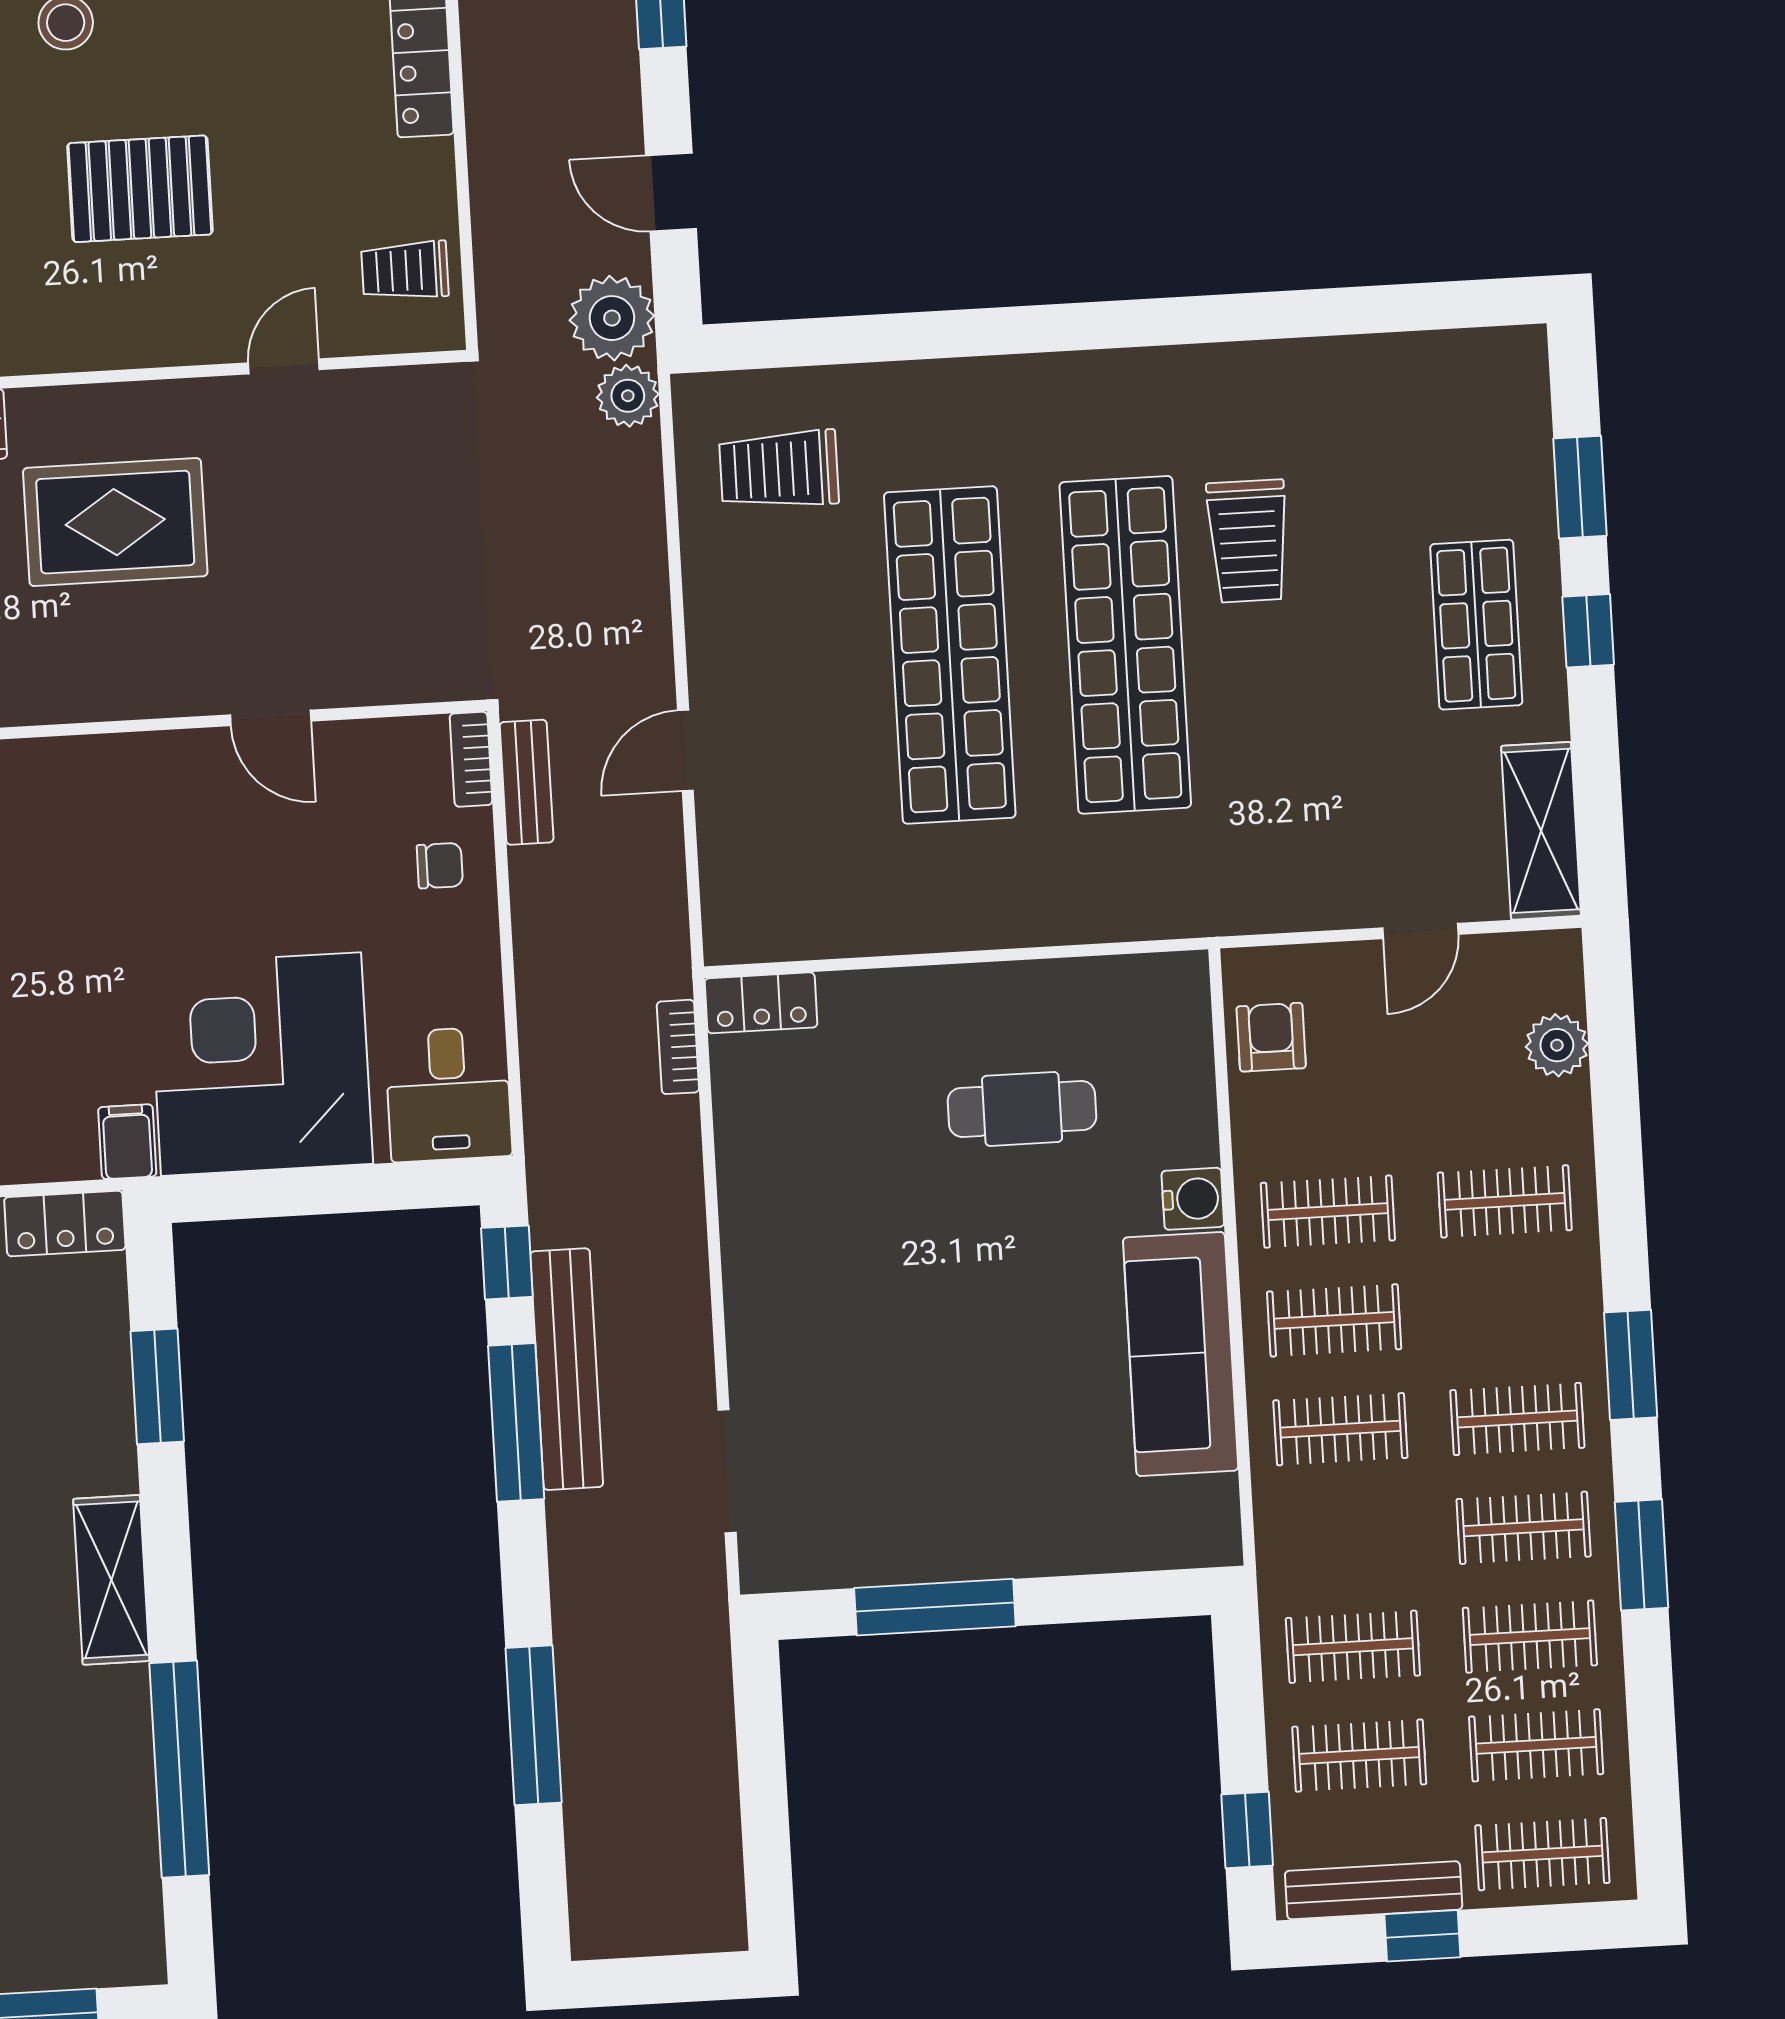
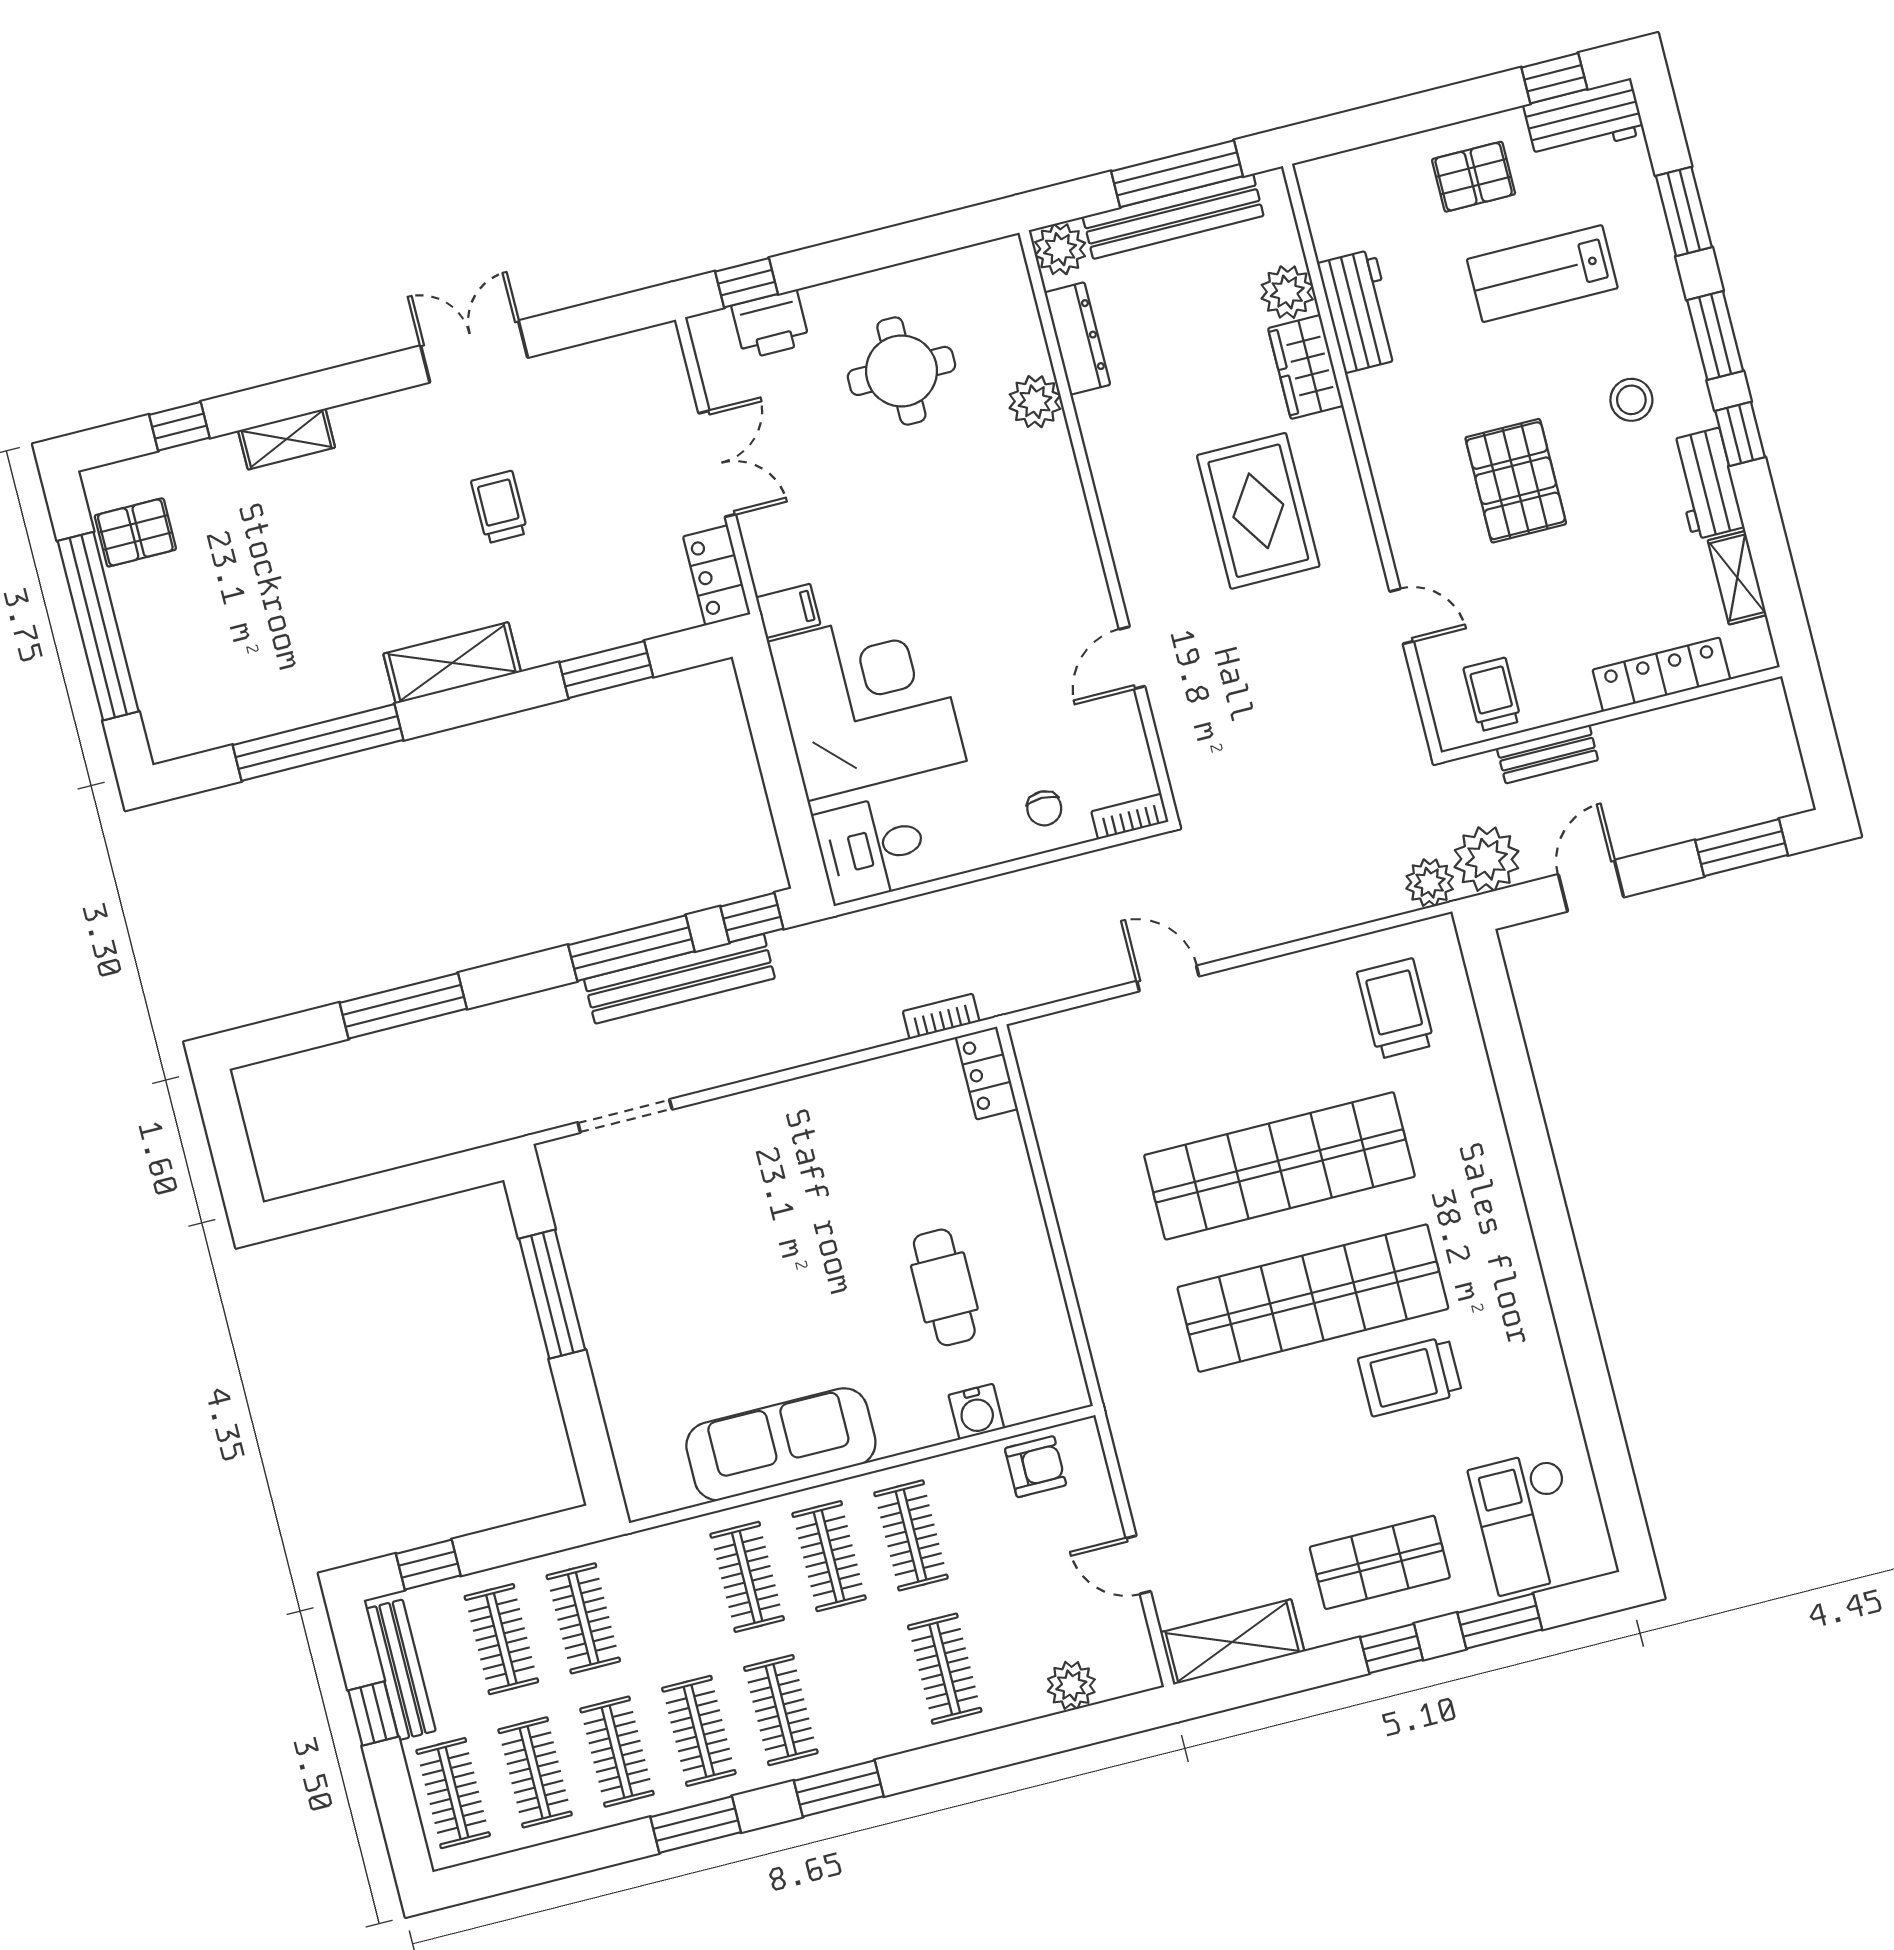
checkout: (1461, 428) -> (1527, 1522), added
bench: (527, 782) -> (1547, 754), moved
water cooler: (1193, 1199) -> (976, 1412), moved

